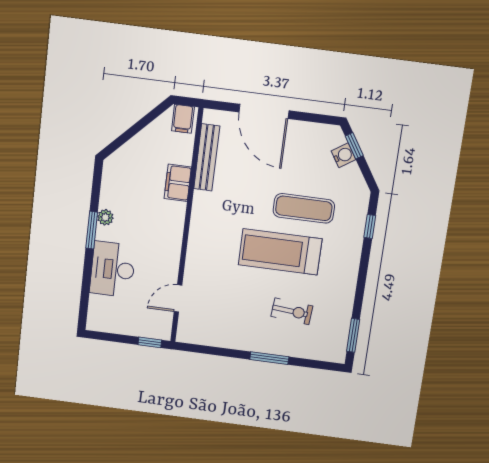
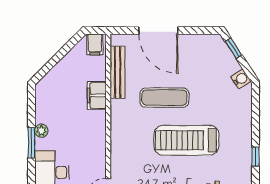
water cooler: (344, 155) -> (241, 79), moved
exercise mat: (304, 208) -> (164, 98), moved
window: (370, 226) -> (255, 157), moved

